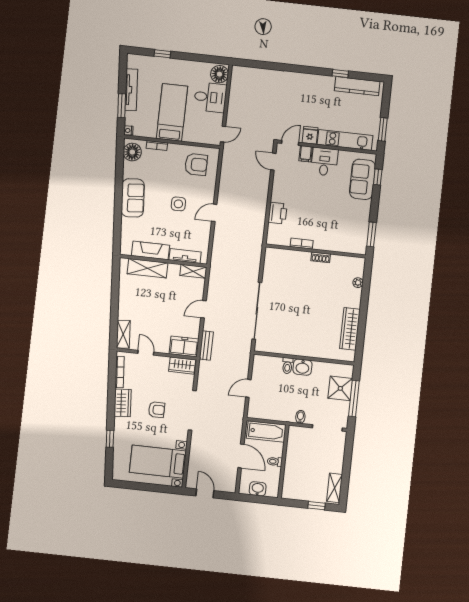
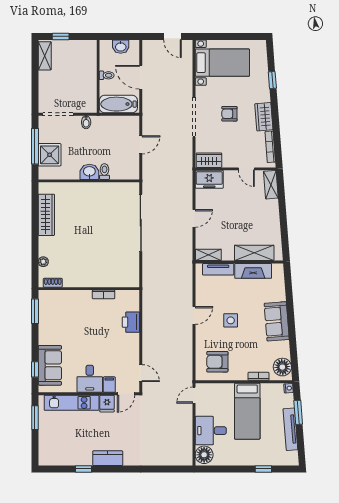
kitchen counter: (357, 86) -> (108, 458), moved, width x0.67
shoe rack: (321, 257) -> (53, 283), moved
bench: (206, 346) -> (187, 183), removed

